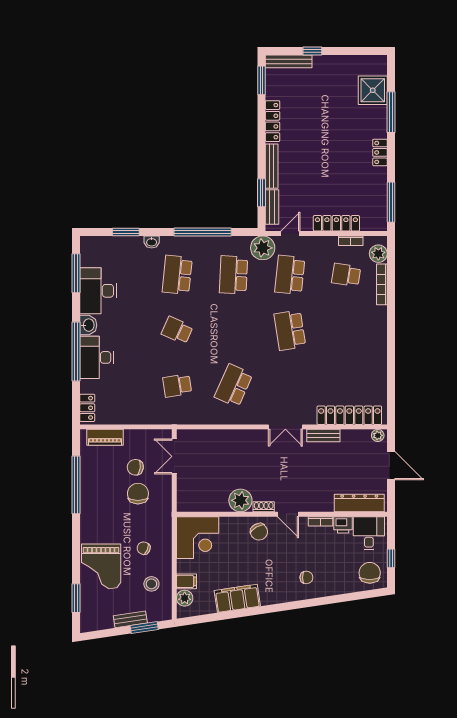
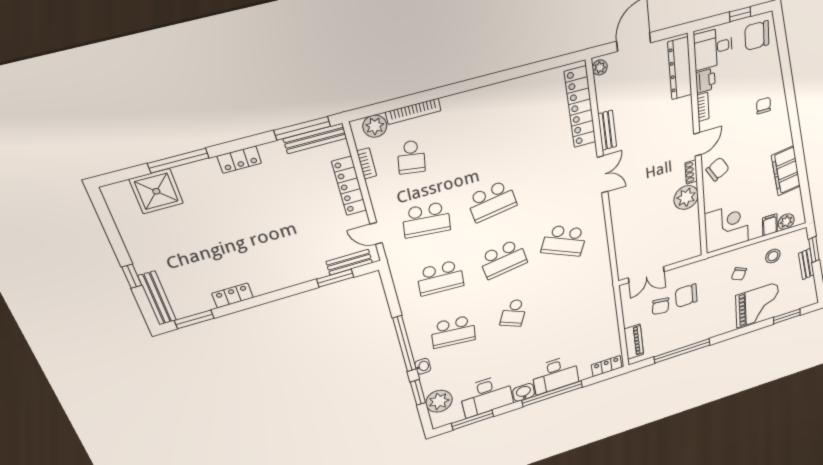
locker: (273, 121) -> (233, 296), width x0.66
bench: (272, 166) -> (315, 138), moved
window: (203, 232) -> (405, 344), moved
plant: (263, 248) -> (439, 401), moved
school desk: (177, 386) -> (503, 259), moved, width x1.85

